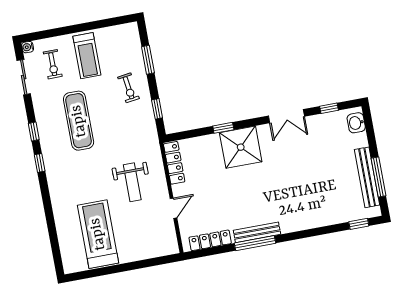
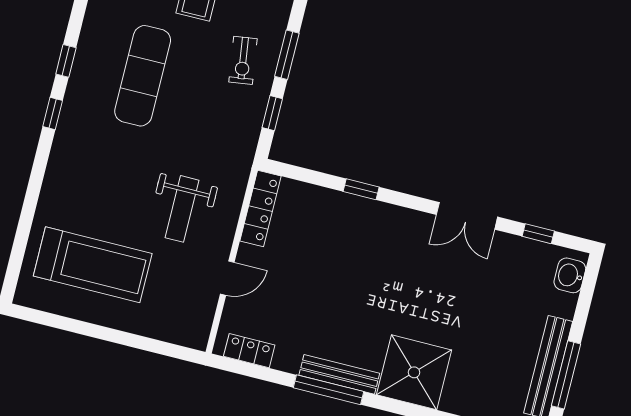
window: (148, 60) -> (287, 55), moved
shower: (241, 147) -> (414, 372), moved
treadmill: (98, 234) -> (93, 265), turned 90
locker: (210, 240) -> (249, 351), width x0.66

